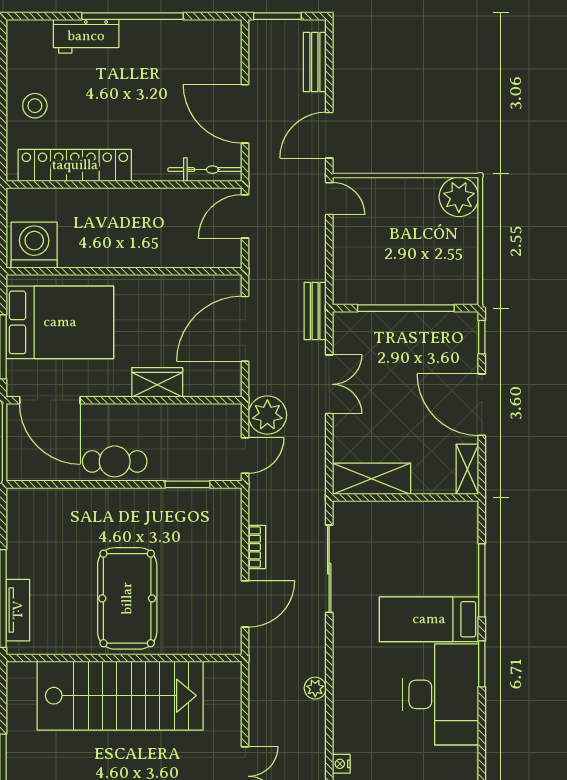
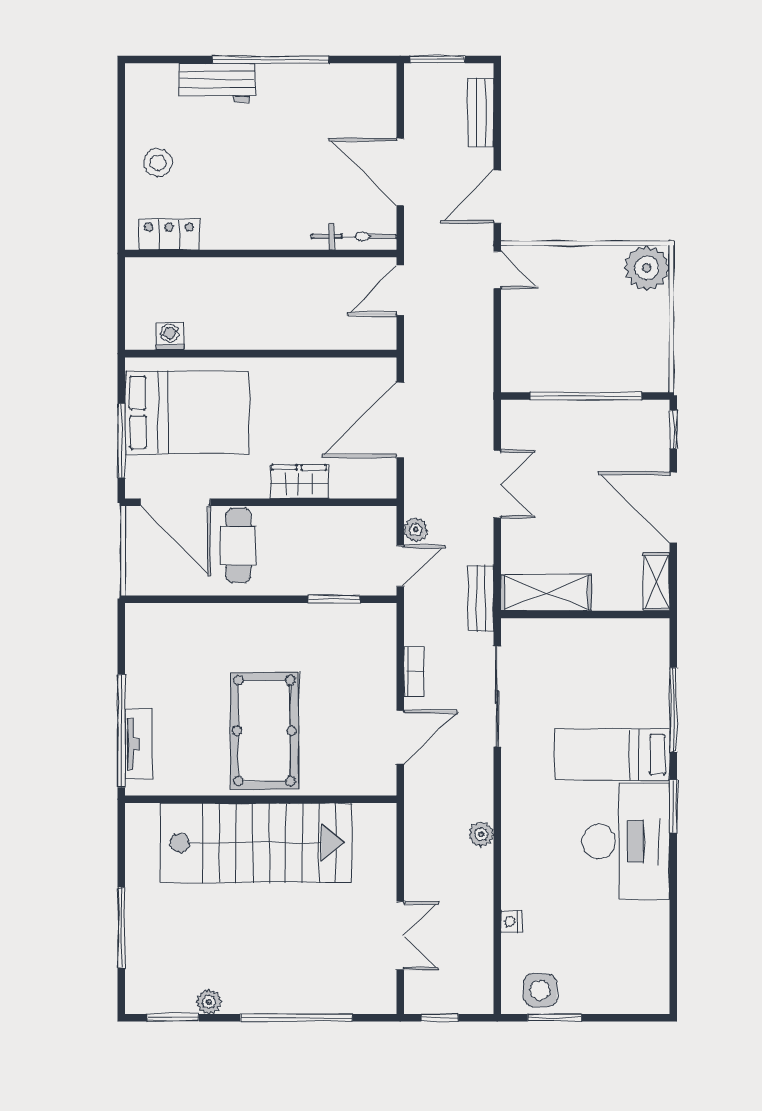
locker: (75, 165) -> (169, 235), width x0.46, depth x0.83
washing machine: (34, 245) -> (170, 336), width x0.53, depth x0.53
bench: (315, 311) -> (481, 598), moved
plant: (267, 415) -> (416, 530), width x0.53, depth x0.53
cafe table: (115, 461) -> (238, 546), moved, turned 90

